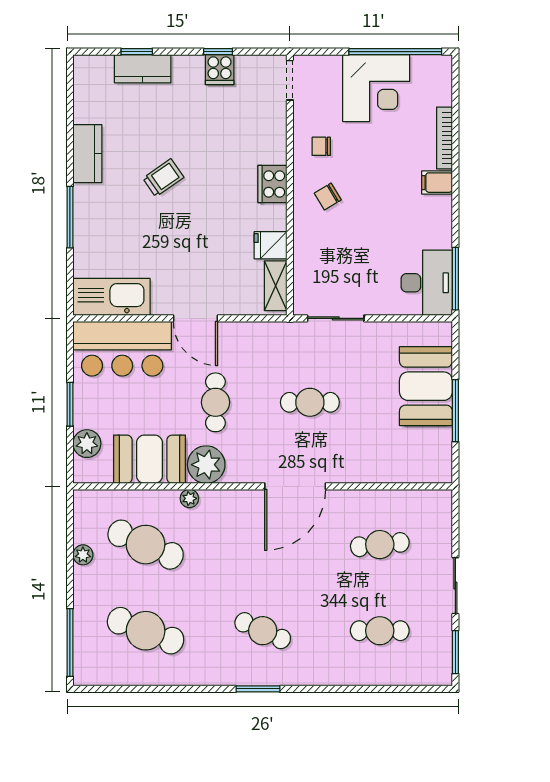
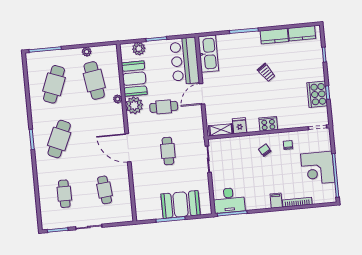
kitchen counter: (143, 69) -> (302, 33), moved, turned -90
cooker: (220, 70) -> (317, 94), width x1.87, depth x1.31
cafe table: (146, 545) -> (94, 81), turned -33
cafe table: (263, 631) -> (59, 139), width x1.37, depth x1.35

